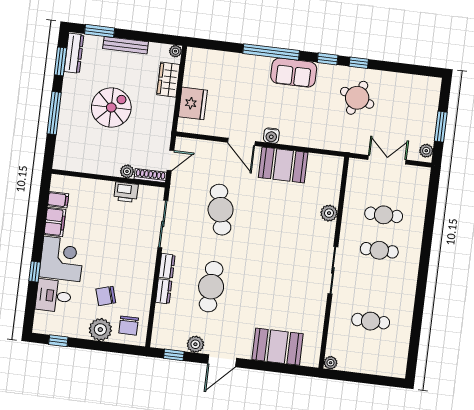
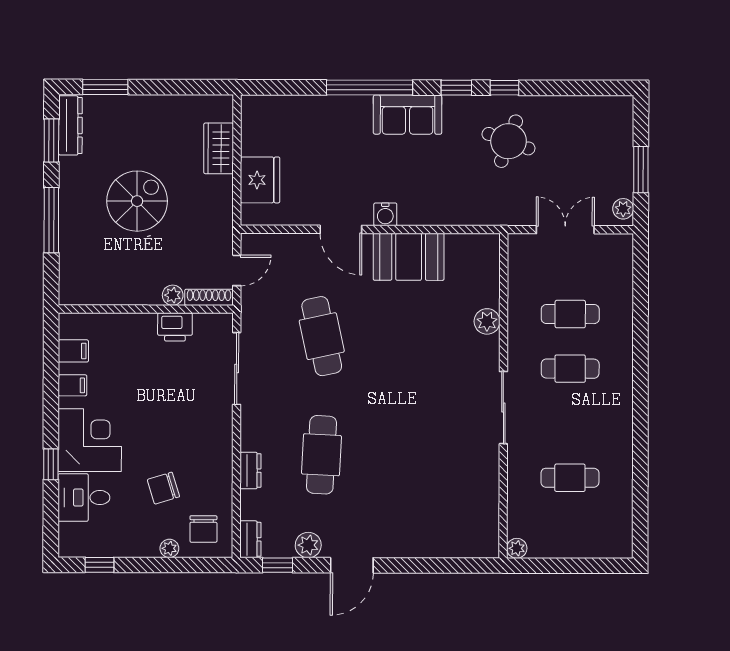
bench: (126, 45) -> (147, 104), removed
plant: (175, 51) -> (224, 104), removed
filing cabinet: (55, 222) -> (72, 385), width x0.50
dresser: (167, 266) -> (250, 539), moved
plant: (100, 330) -> (169, 548), width x0.53, depth x0.53
booth: (278, 347) -> (433, 534), removed

